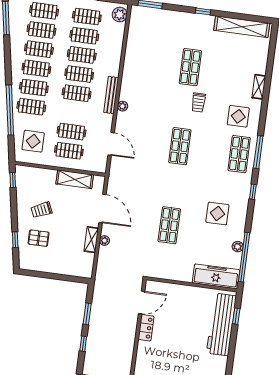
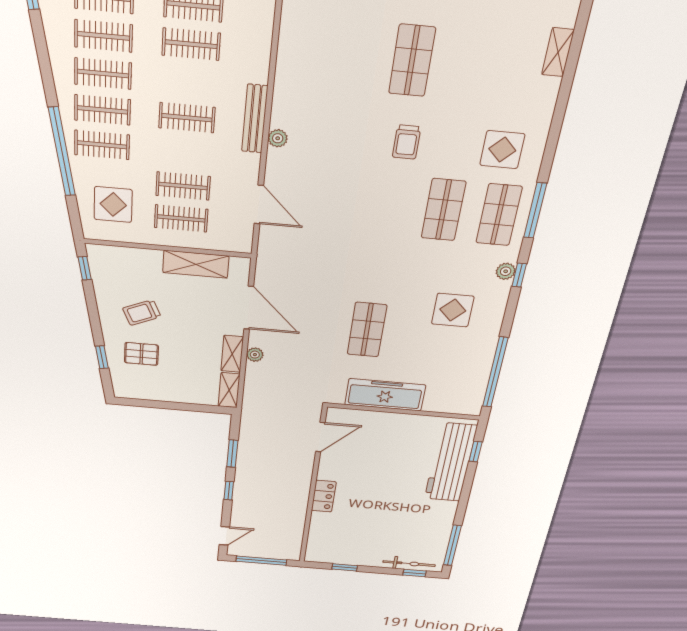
clothes rail: (79, 74) -> (189, 82), removed
shelving: (259, 87) -> (558, 52), moved
trolley: (198, 102) -> (407, 142), moved
shop shelf: (180, 146) -> (443, 210), moved
plant: (238, 247) -> (506, 271), moved
shelving: (88, 266) -> (229, 390), added
freezer: (216, 276) -> (385, 395), moved
locker: (146, 328) -> (324, 496), moved

